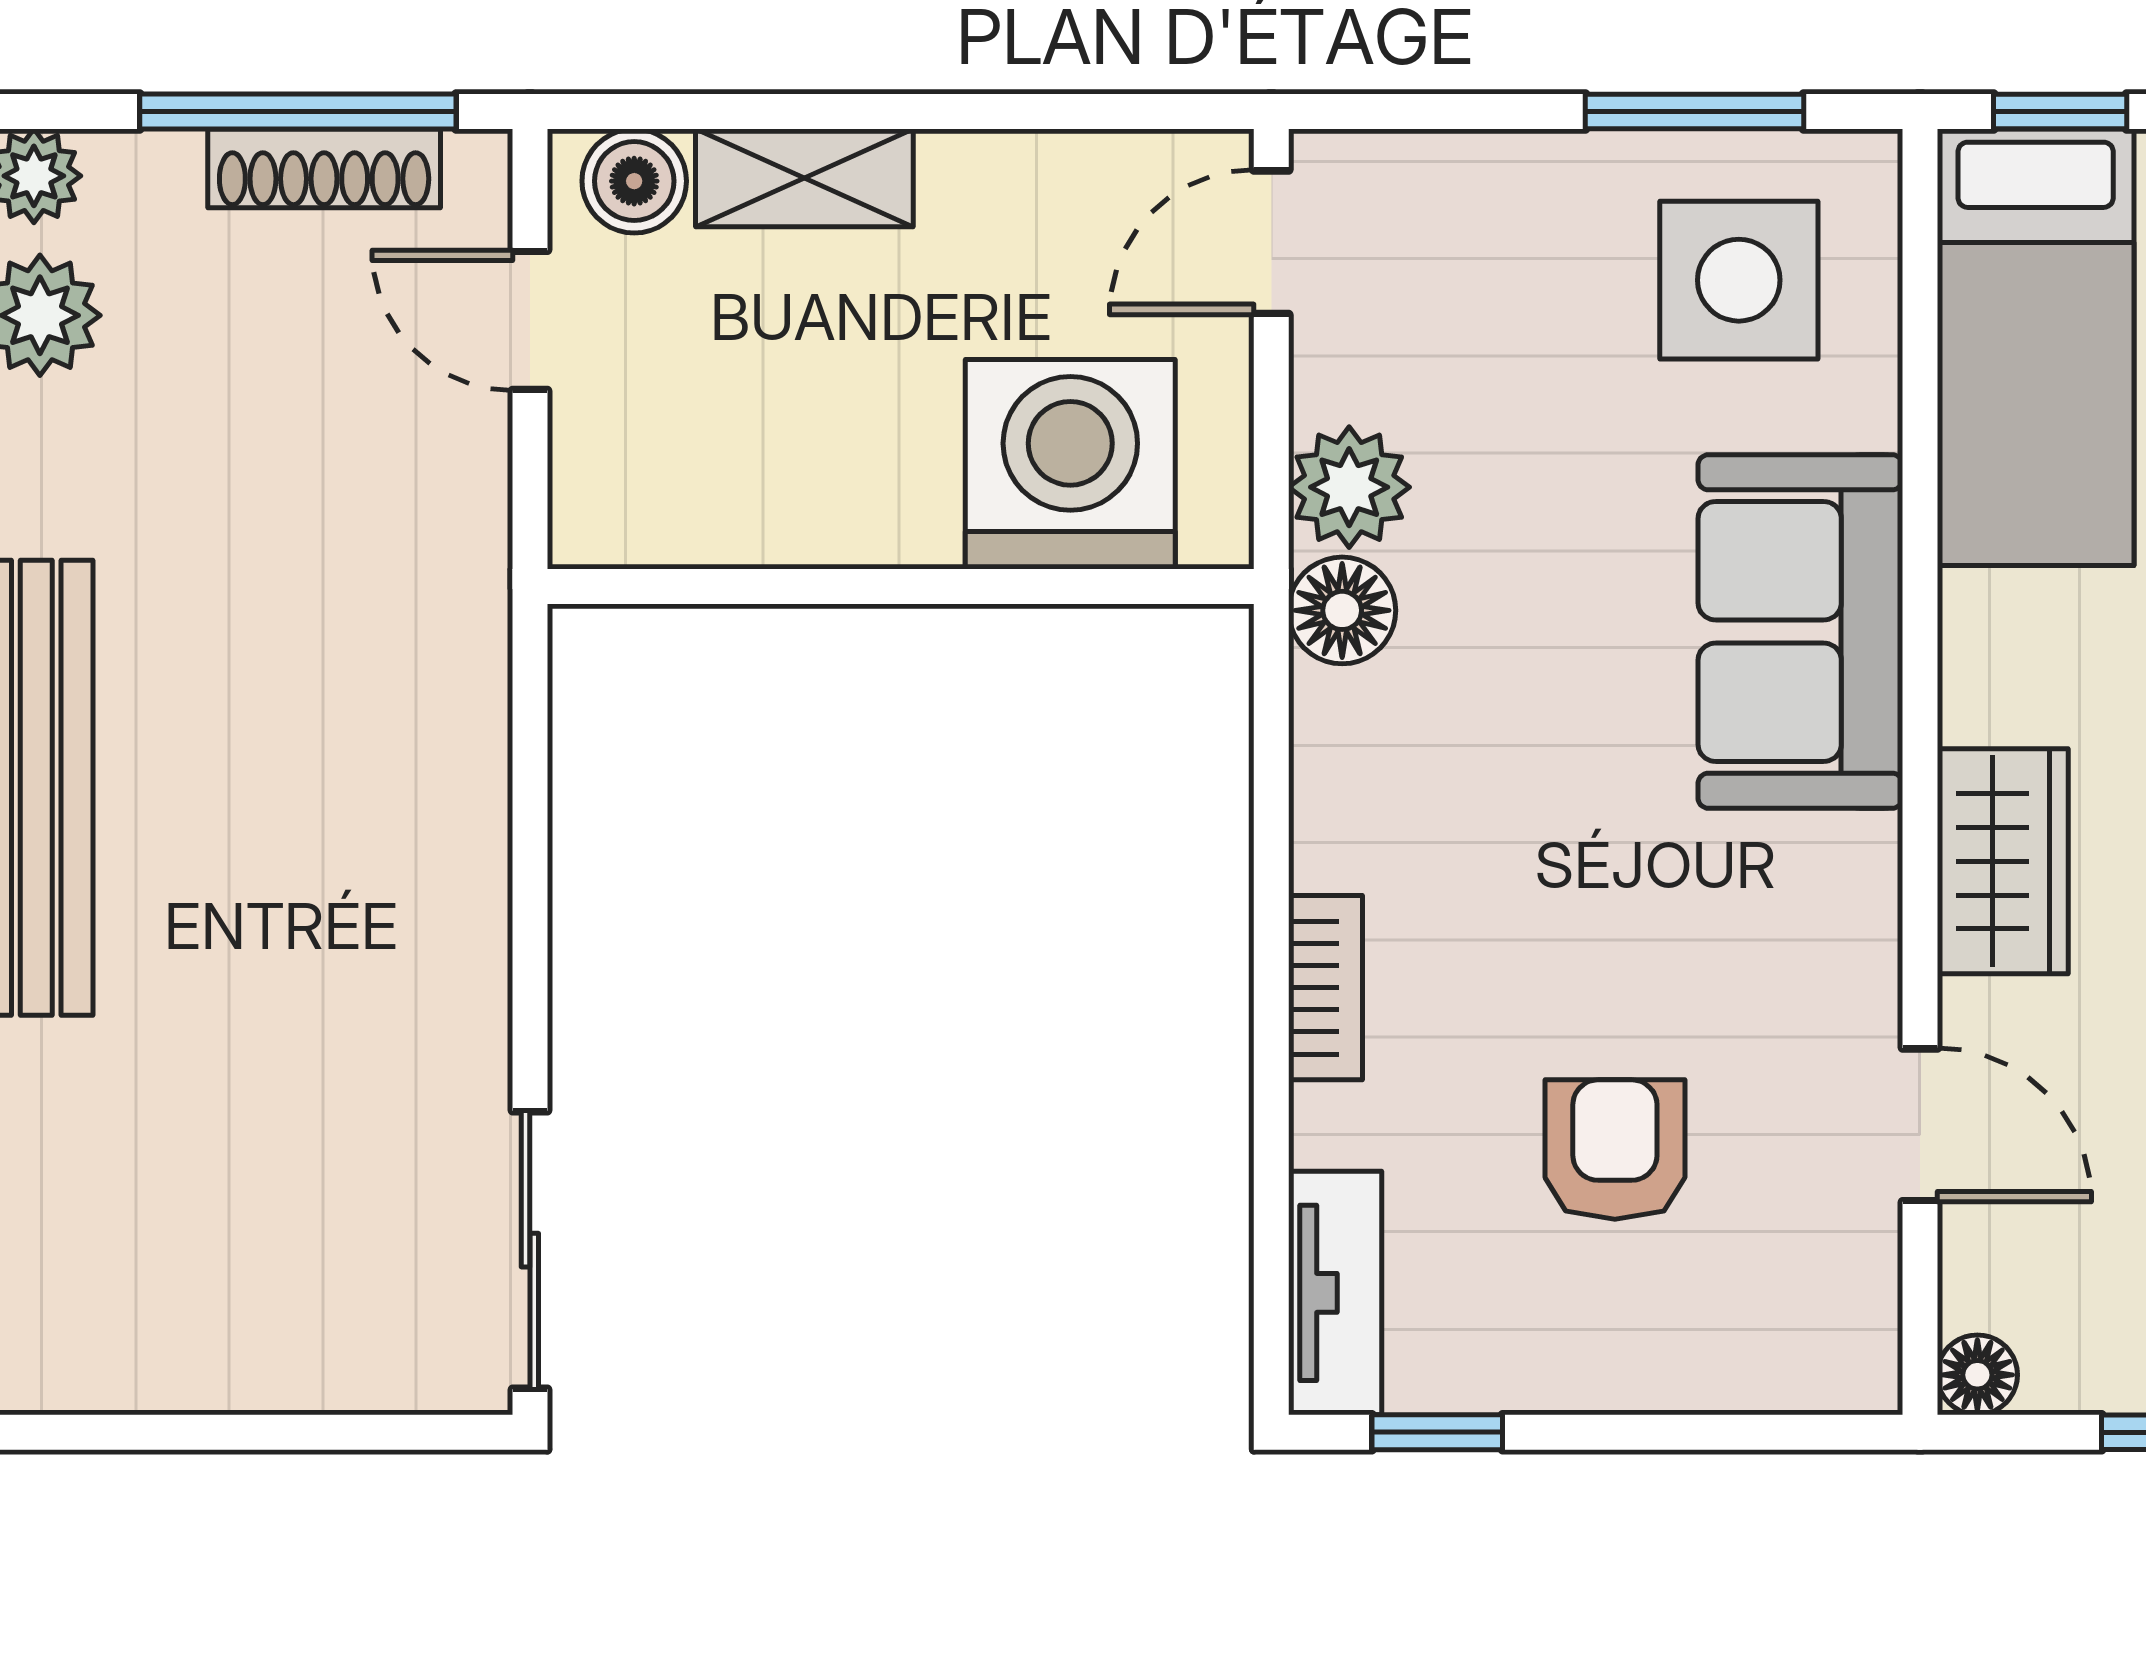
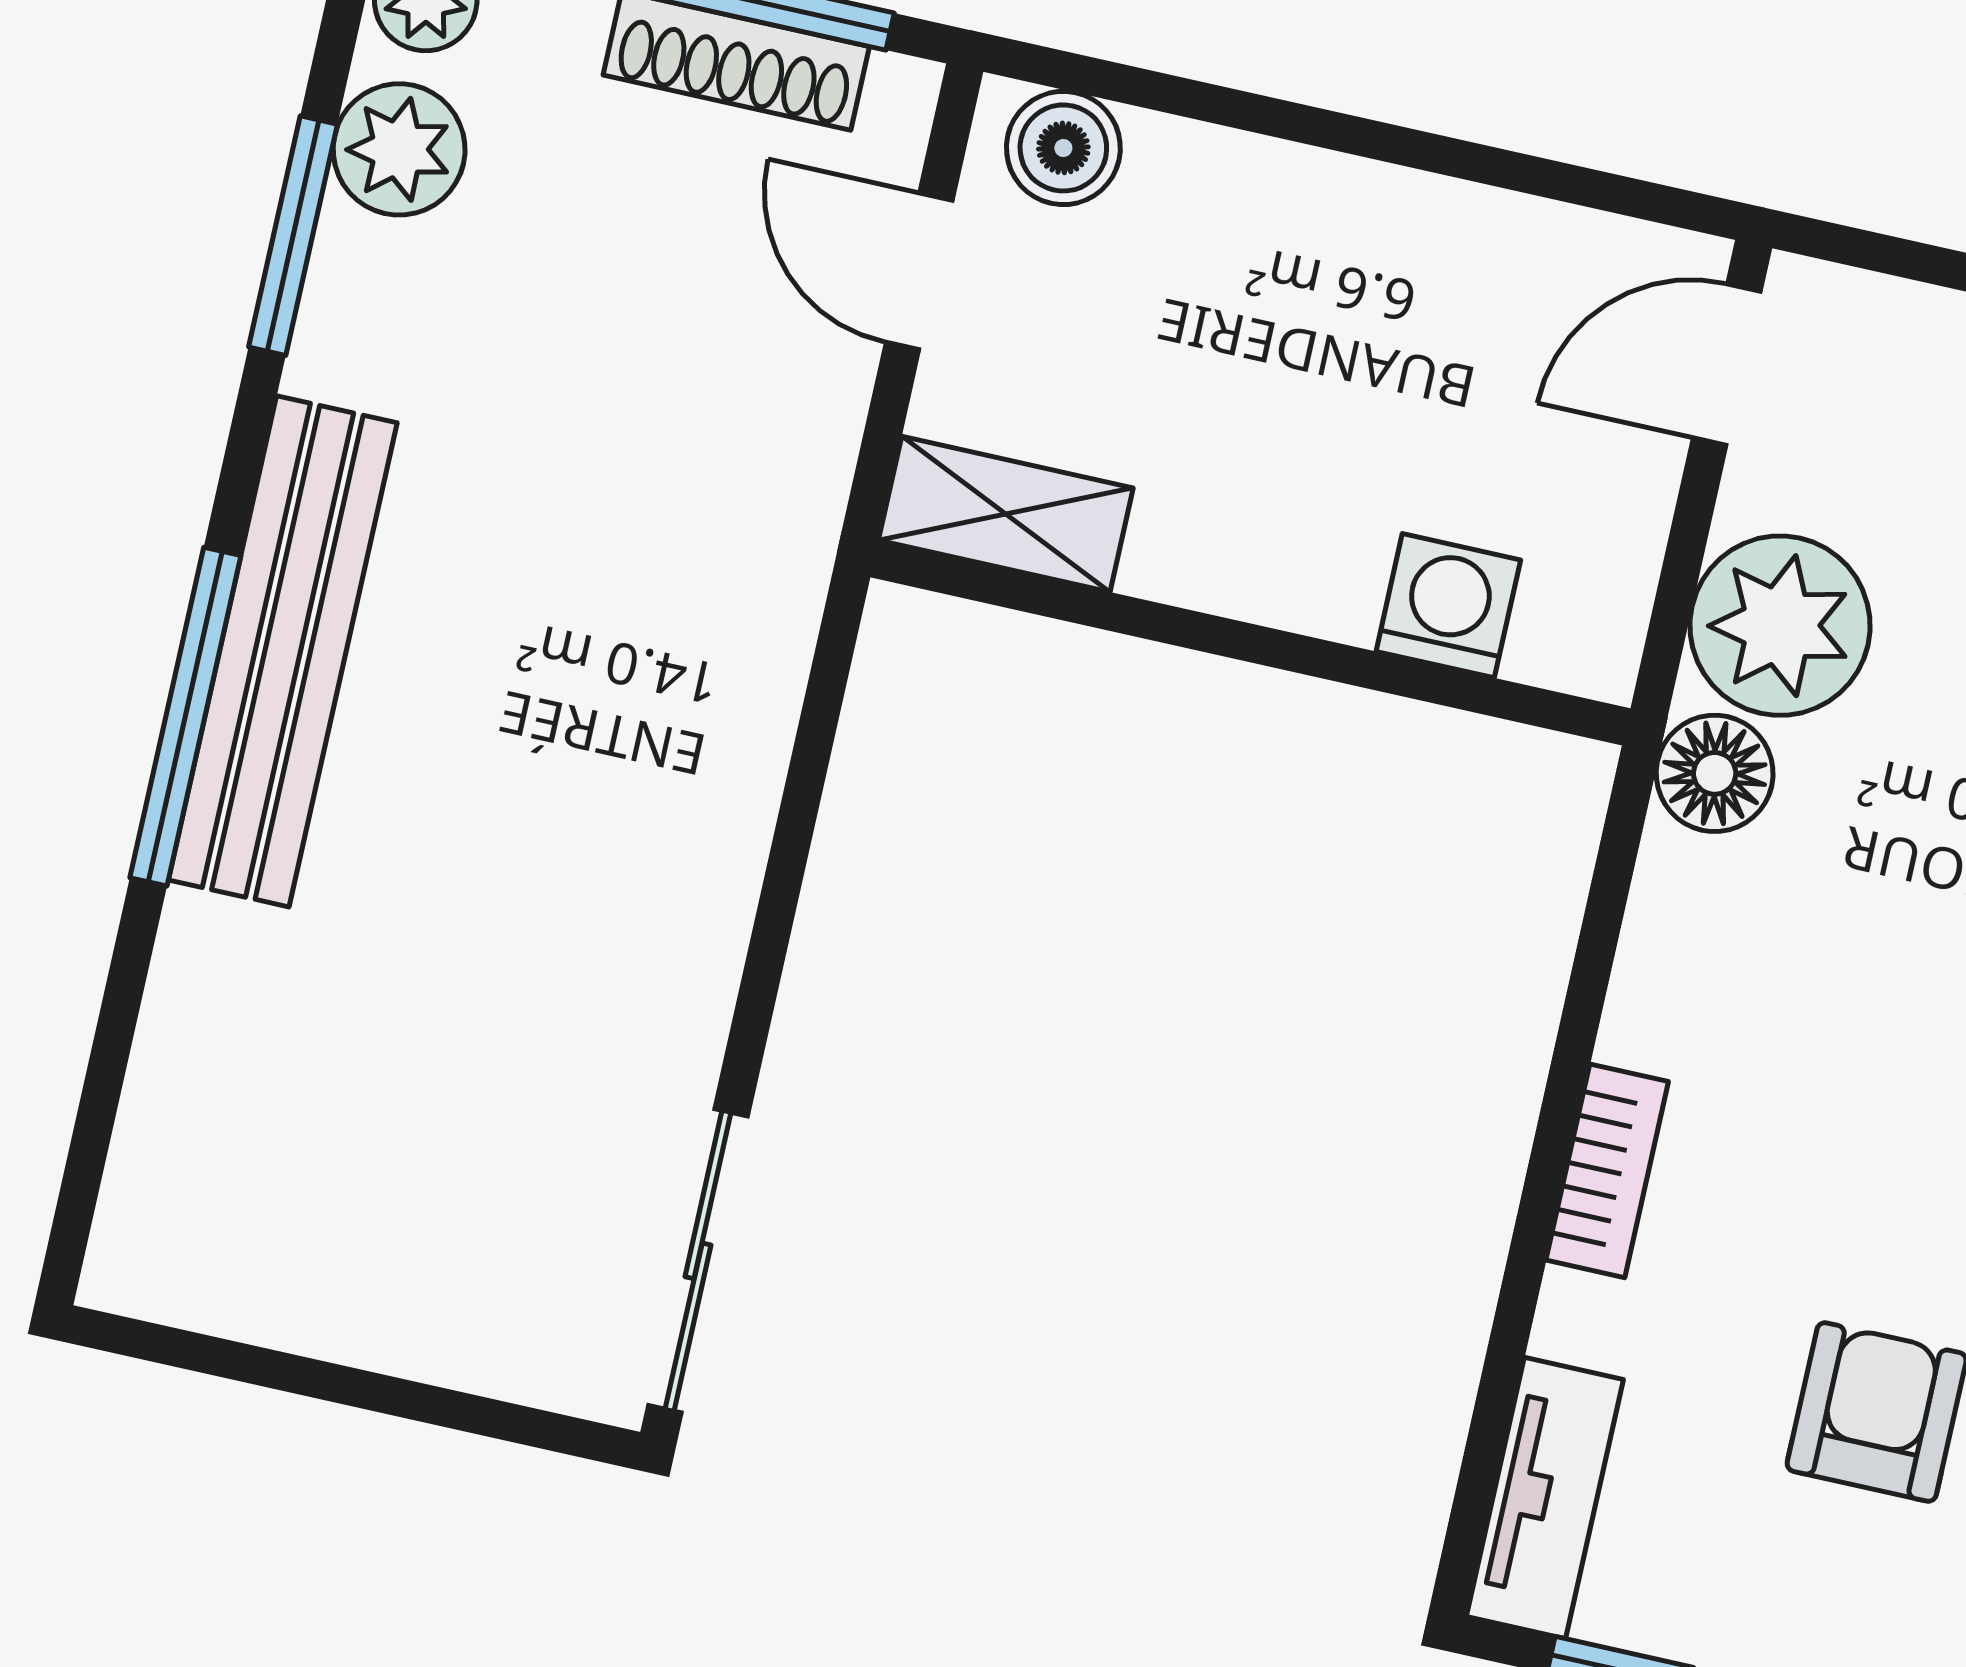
shelving: (804, 178) -> (1006, 514), moved
washing machine: (1070, 464) -> (1448, 606), width x0.53, depth x0.53
plant: (1349, 487) -> (1780, 626), width x1.36, depth x1.36

